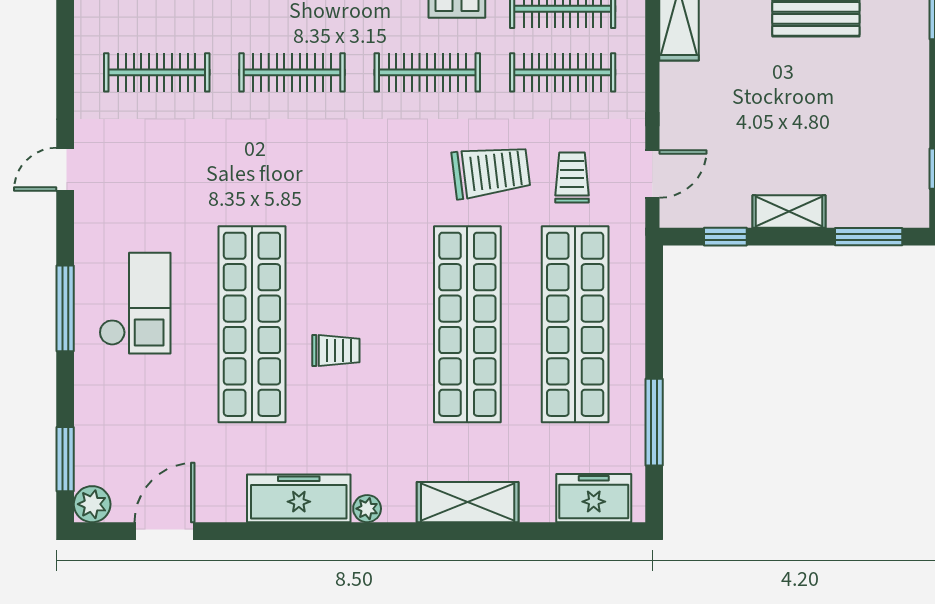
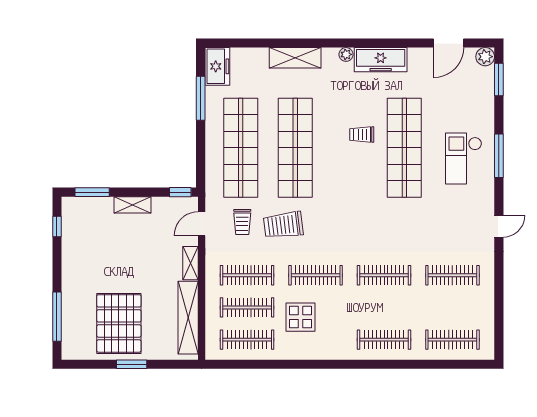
shelving: (674, 97) -> (190, 263), added
window: (725, 237) -> (180, 192), moved
freezer: (594, 498) -> (217, 66), moved, turned -90

